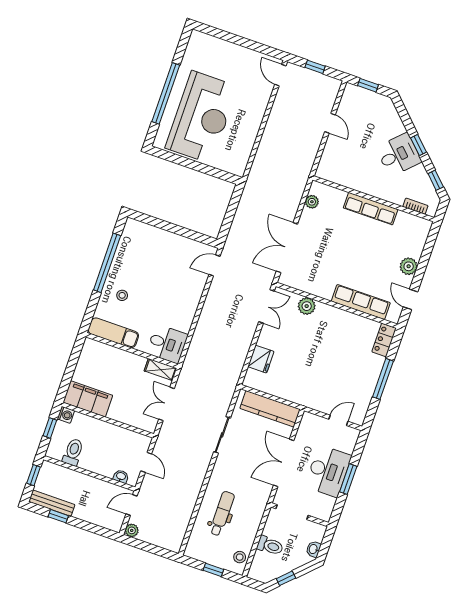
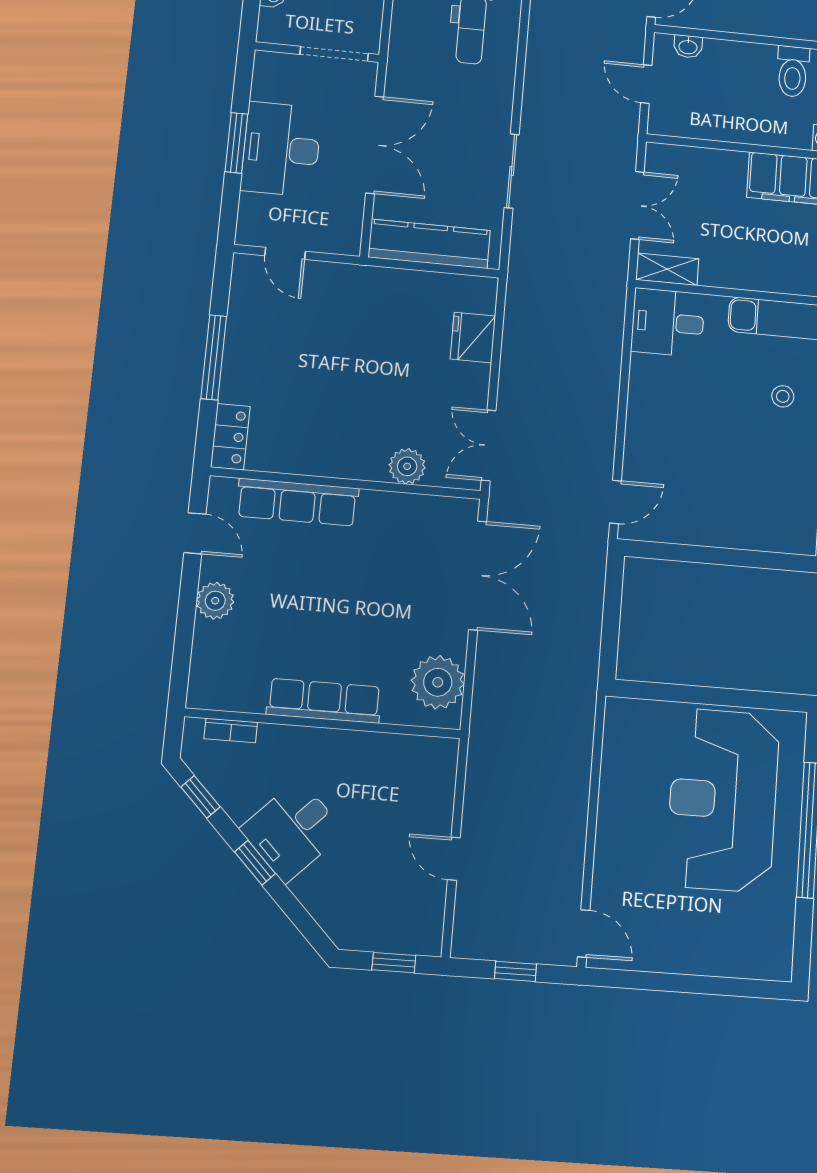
plant: (312, 202) -> (438, 682), width x1.88, depth x1.88
door: (338, 420) -> (285, 253), hinge flipped

